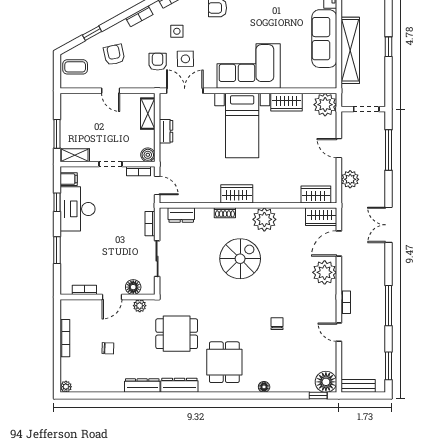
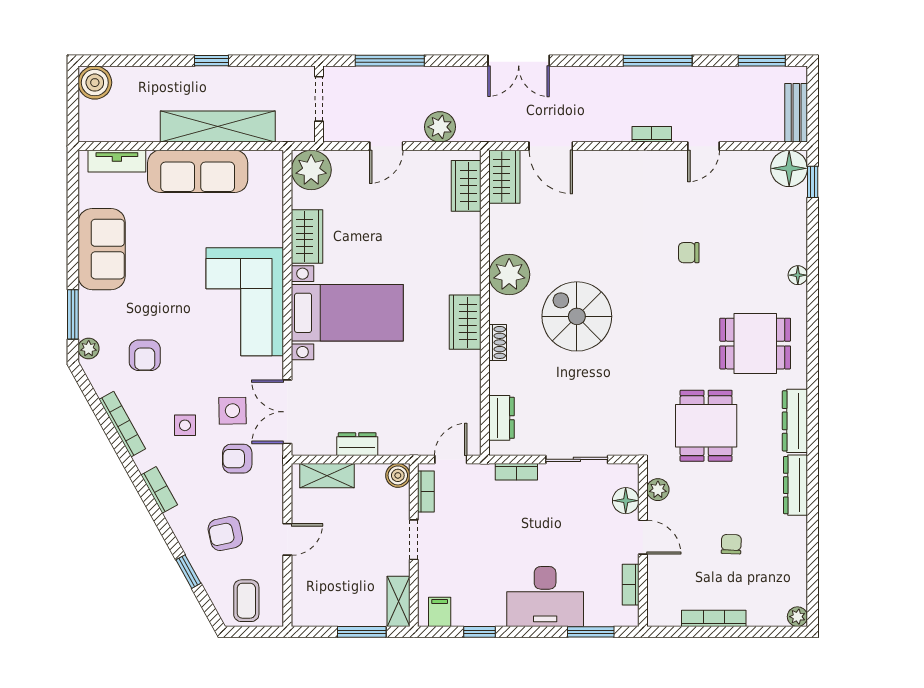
desk: (78, 209) -> (545, 597), moved
window: (57, 250) -> (591, 632), moved
plant: (325, 272) -> (600, 171), removed

